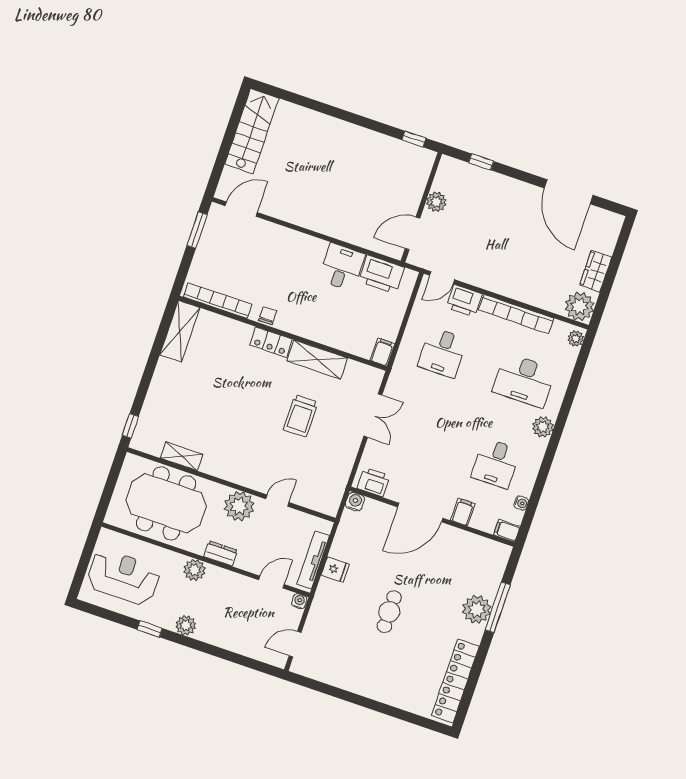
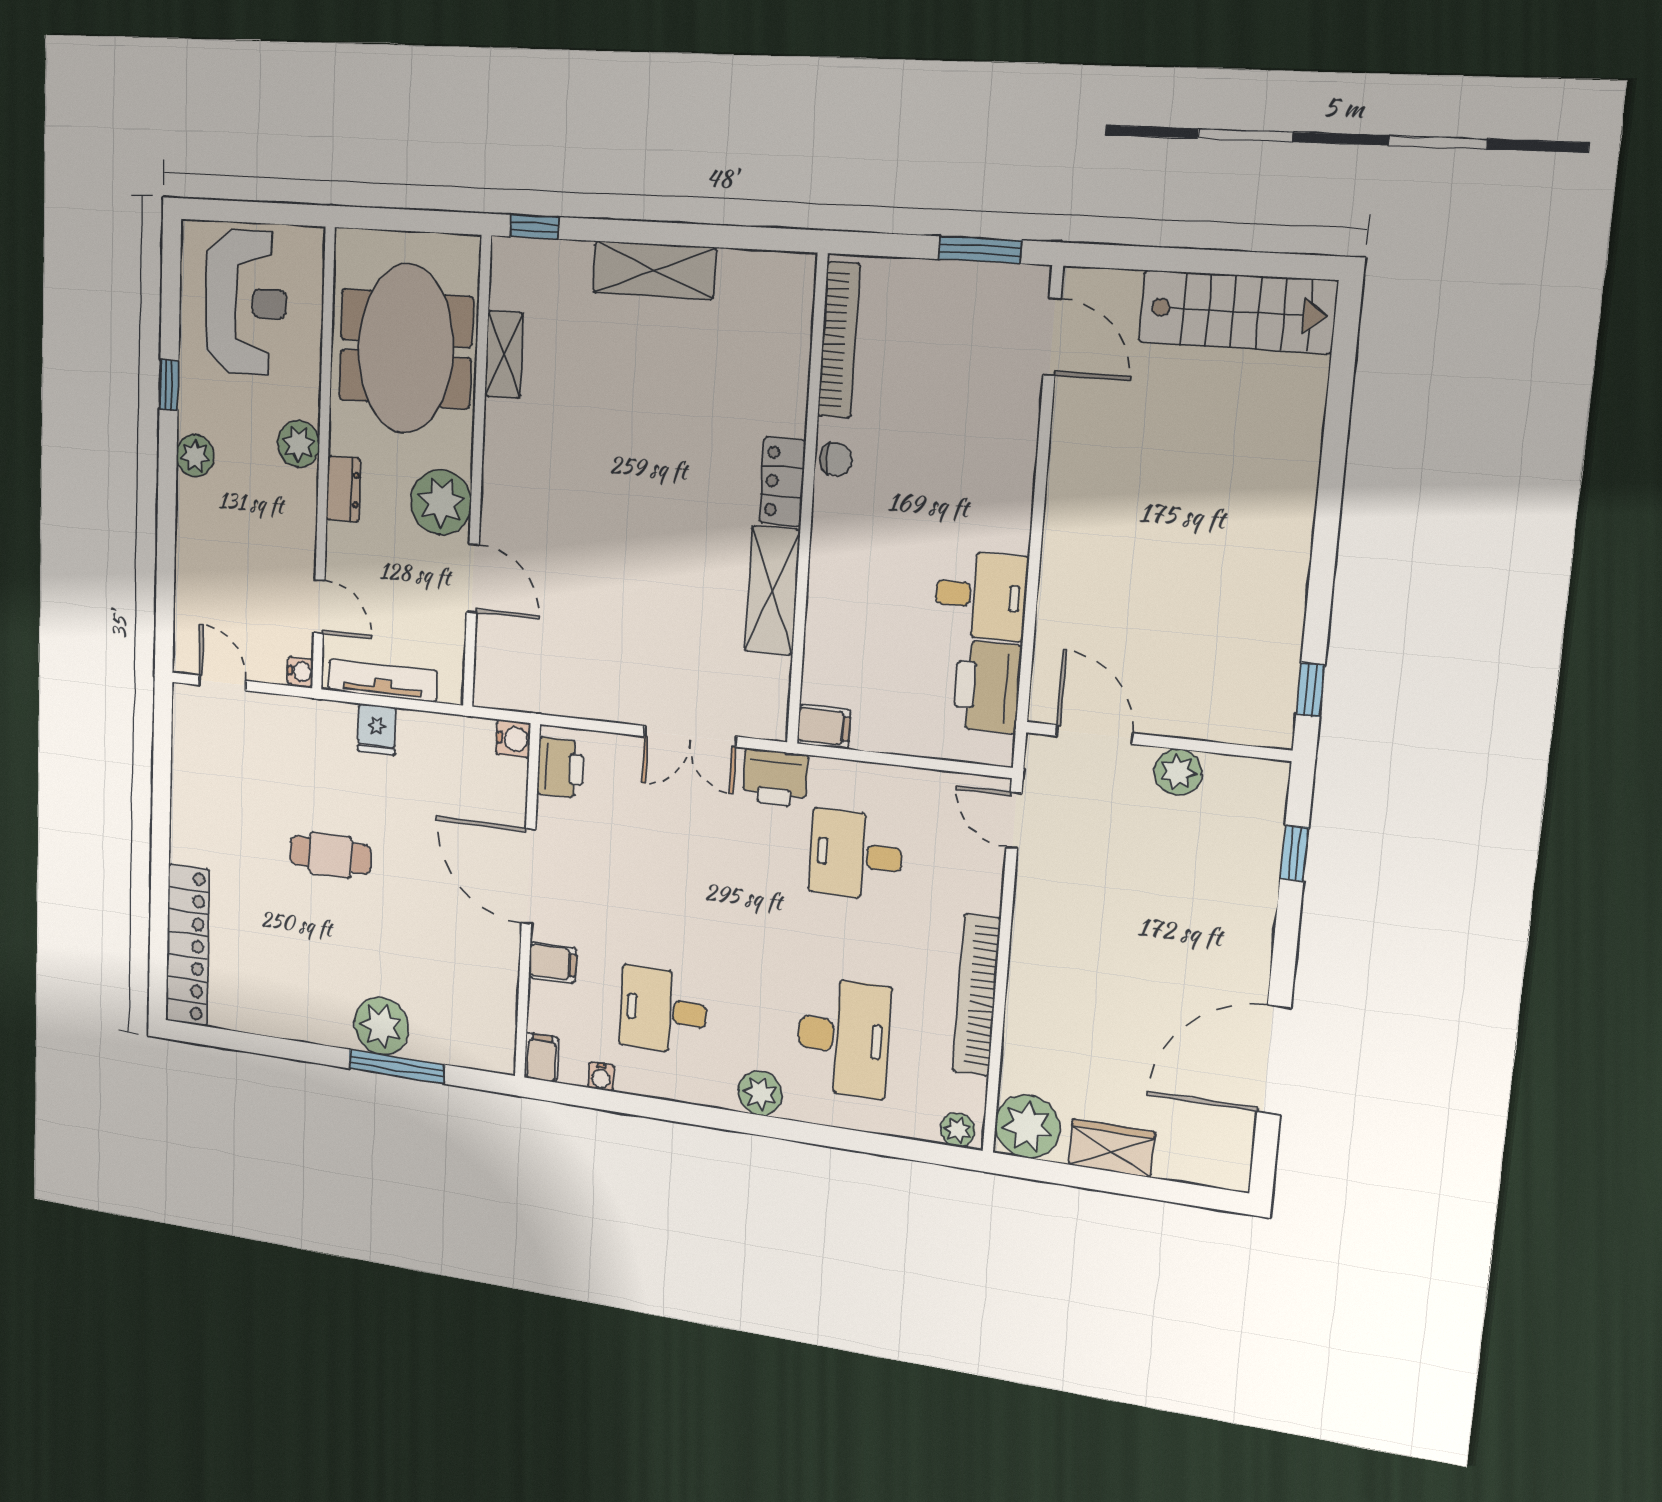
printer: (464, 301) -> (775, 778), moved, turned -90
shelving: (180, 331) -> (654, 270), moved
desk: (524, 380) -> (844, 1037), turned 180
trolley: (301, 416) -> (649, 584), removed
door: (277, 501) -> (473, 579), width x1.38
locker: (455, 681) -> (187, 945), moved, turned 90

